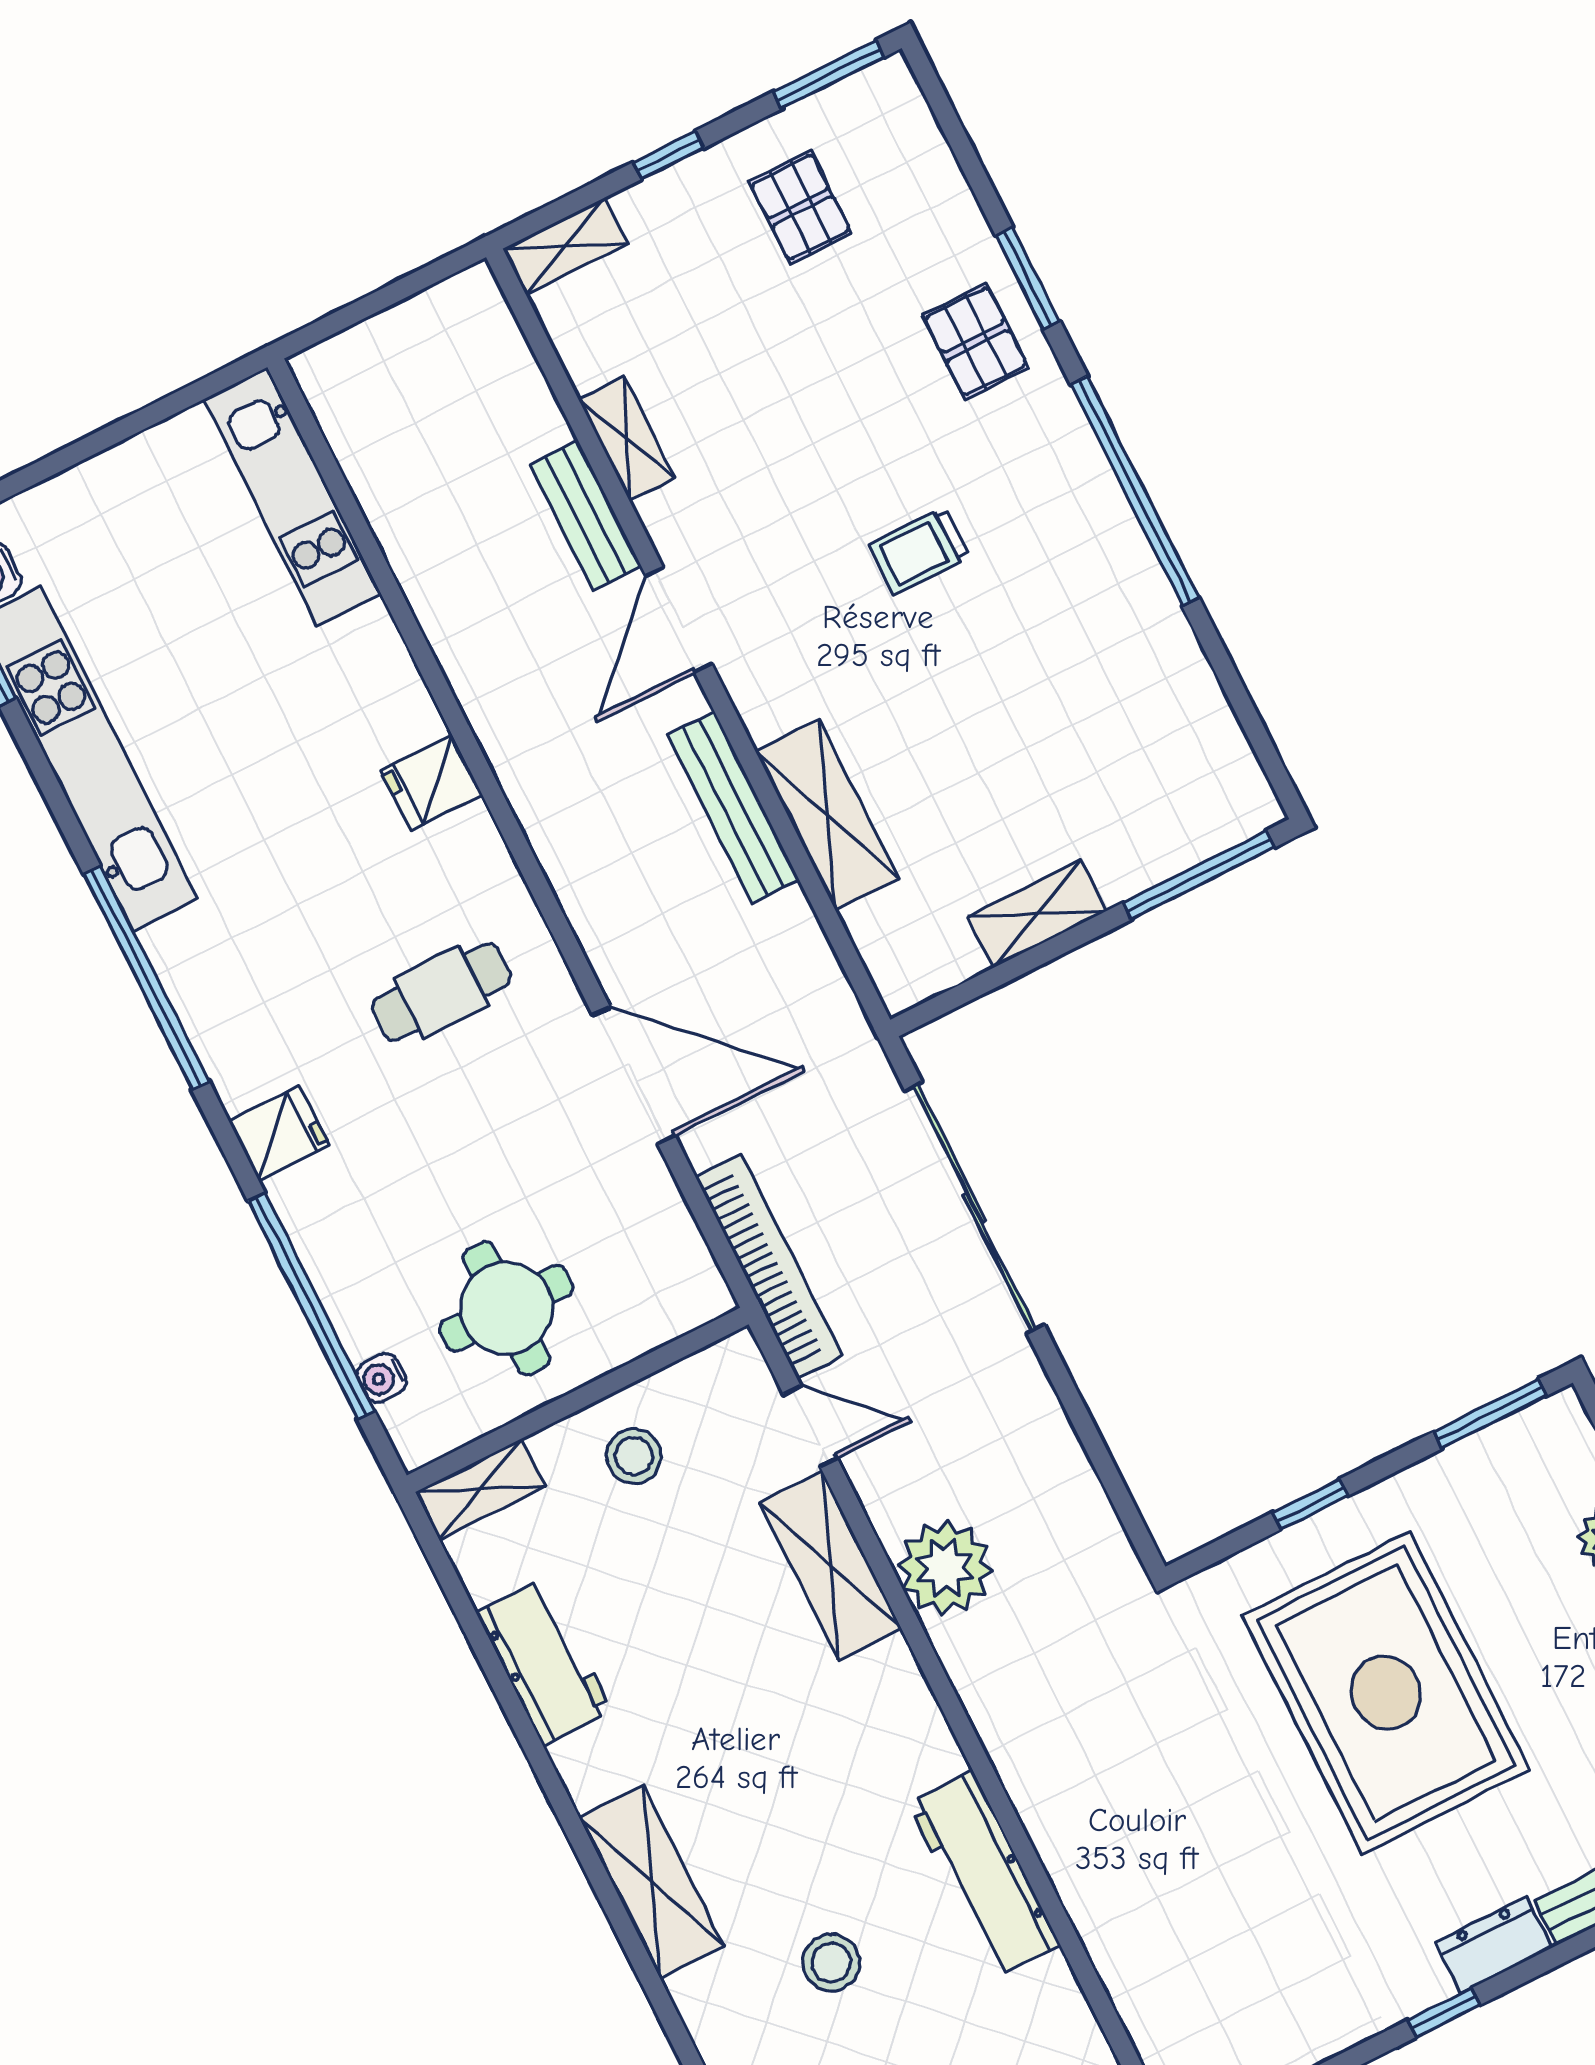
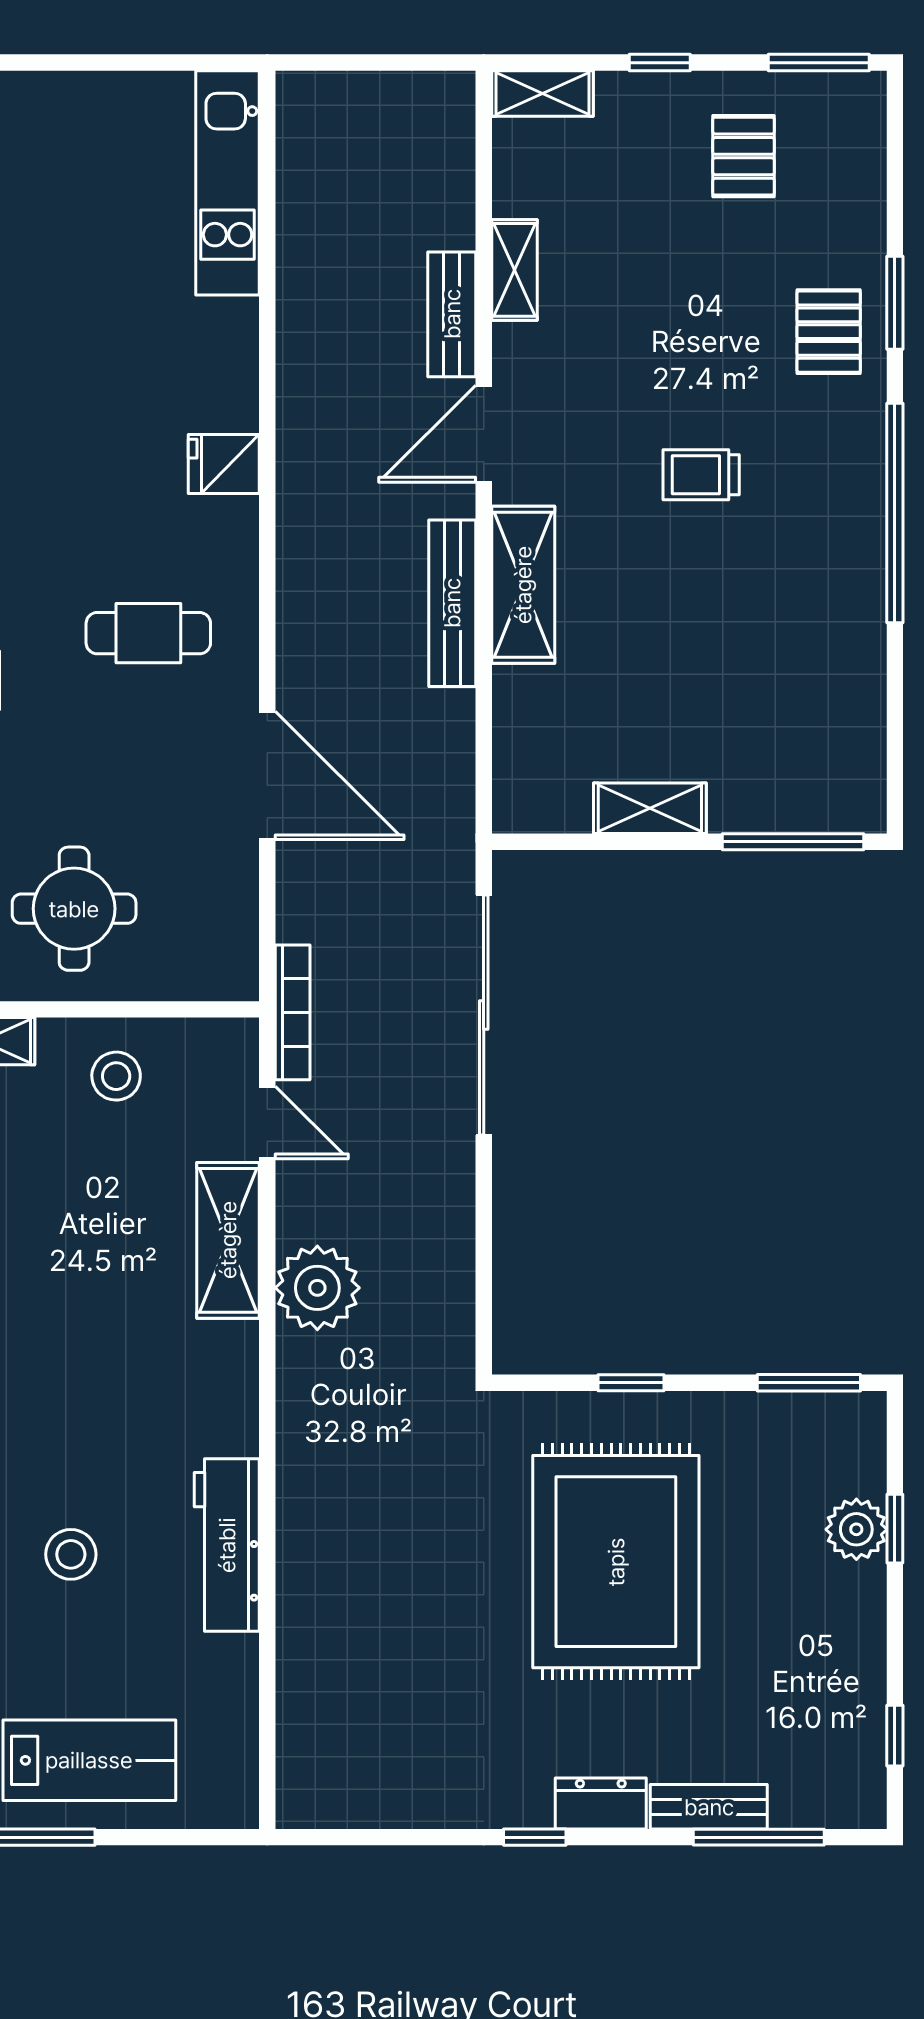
shelving: (827, 815) -> (523, 585), moved
bookcase: (769, 1266) -> (293, 1012), width x0.68, depth x0.76

